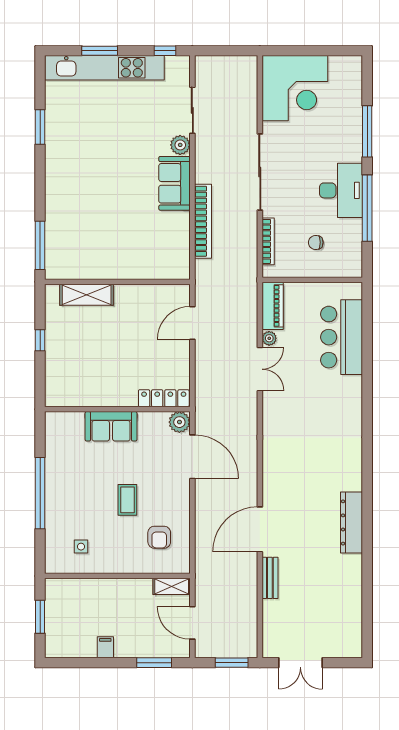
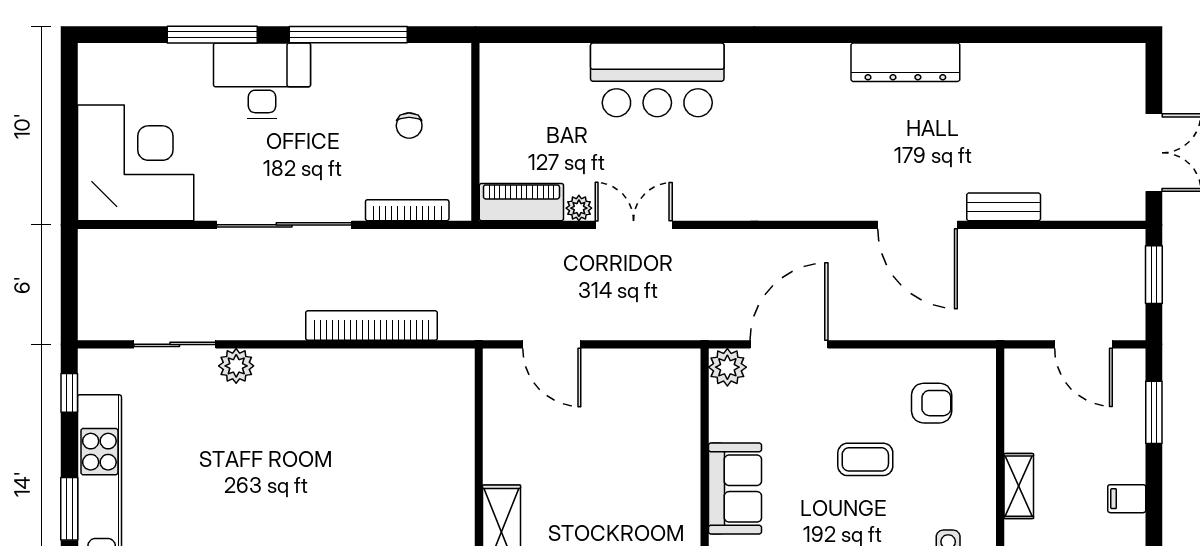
sofa: (174, 183) -> (304, 376), removed
desk: (341, 190) -> (262, 81), moved
bar counter: (342, 337) -> (657, 80), moved
locker: (164, 398) -> (685, 395), removed
shelving: (172, 586) -> (1019, 486), moved
door: (192, 623) -> (1083, 344), hinge flipped

